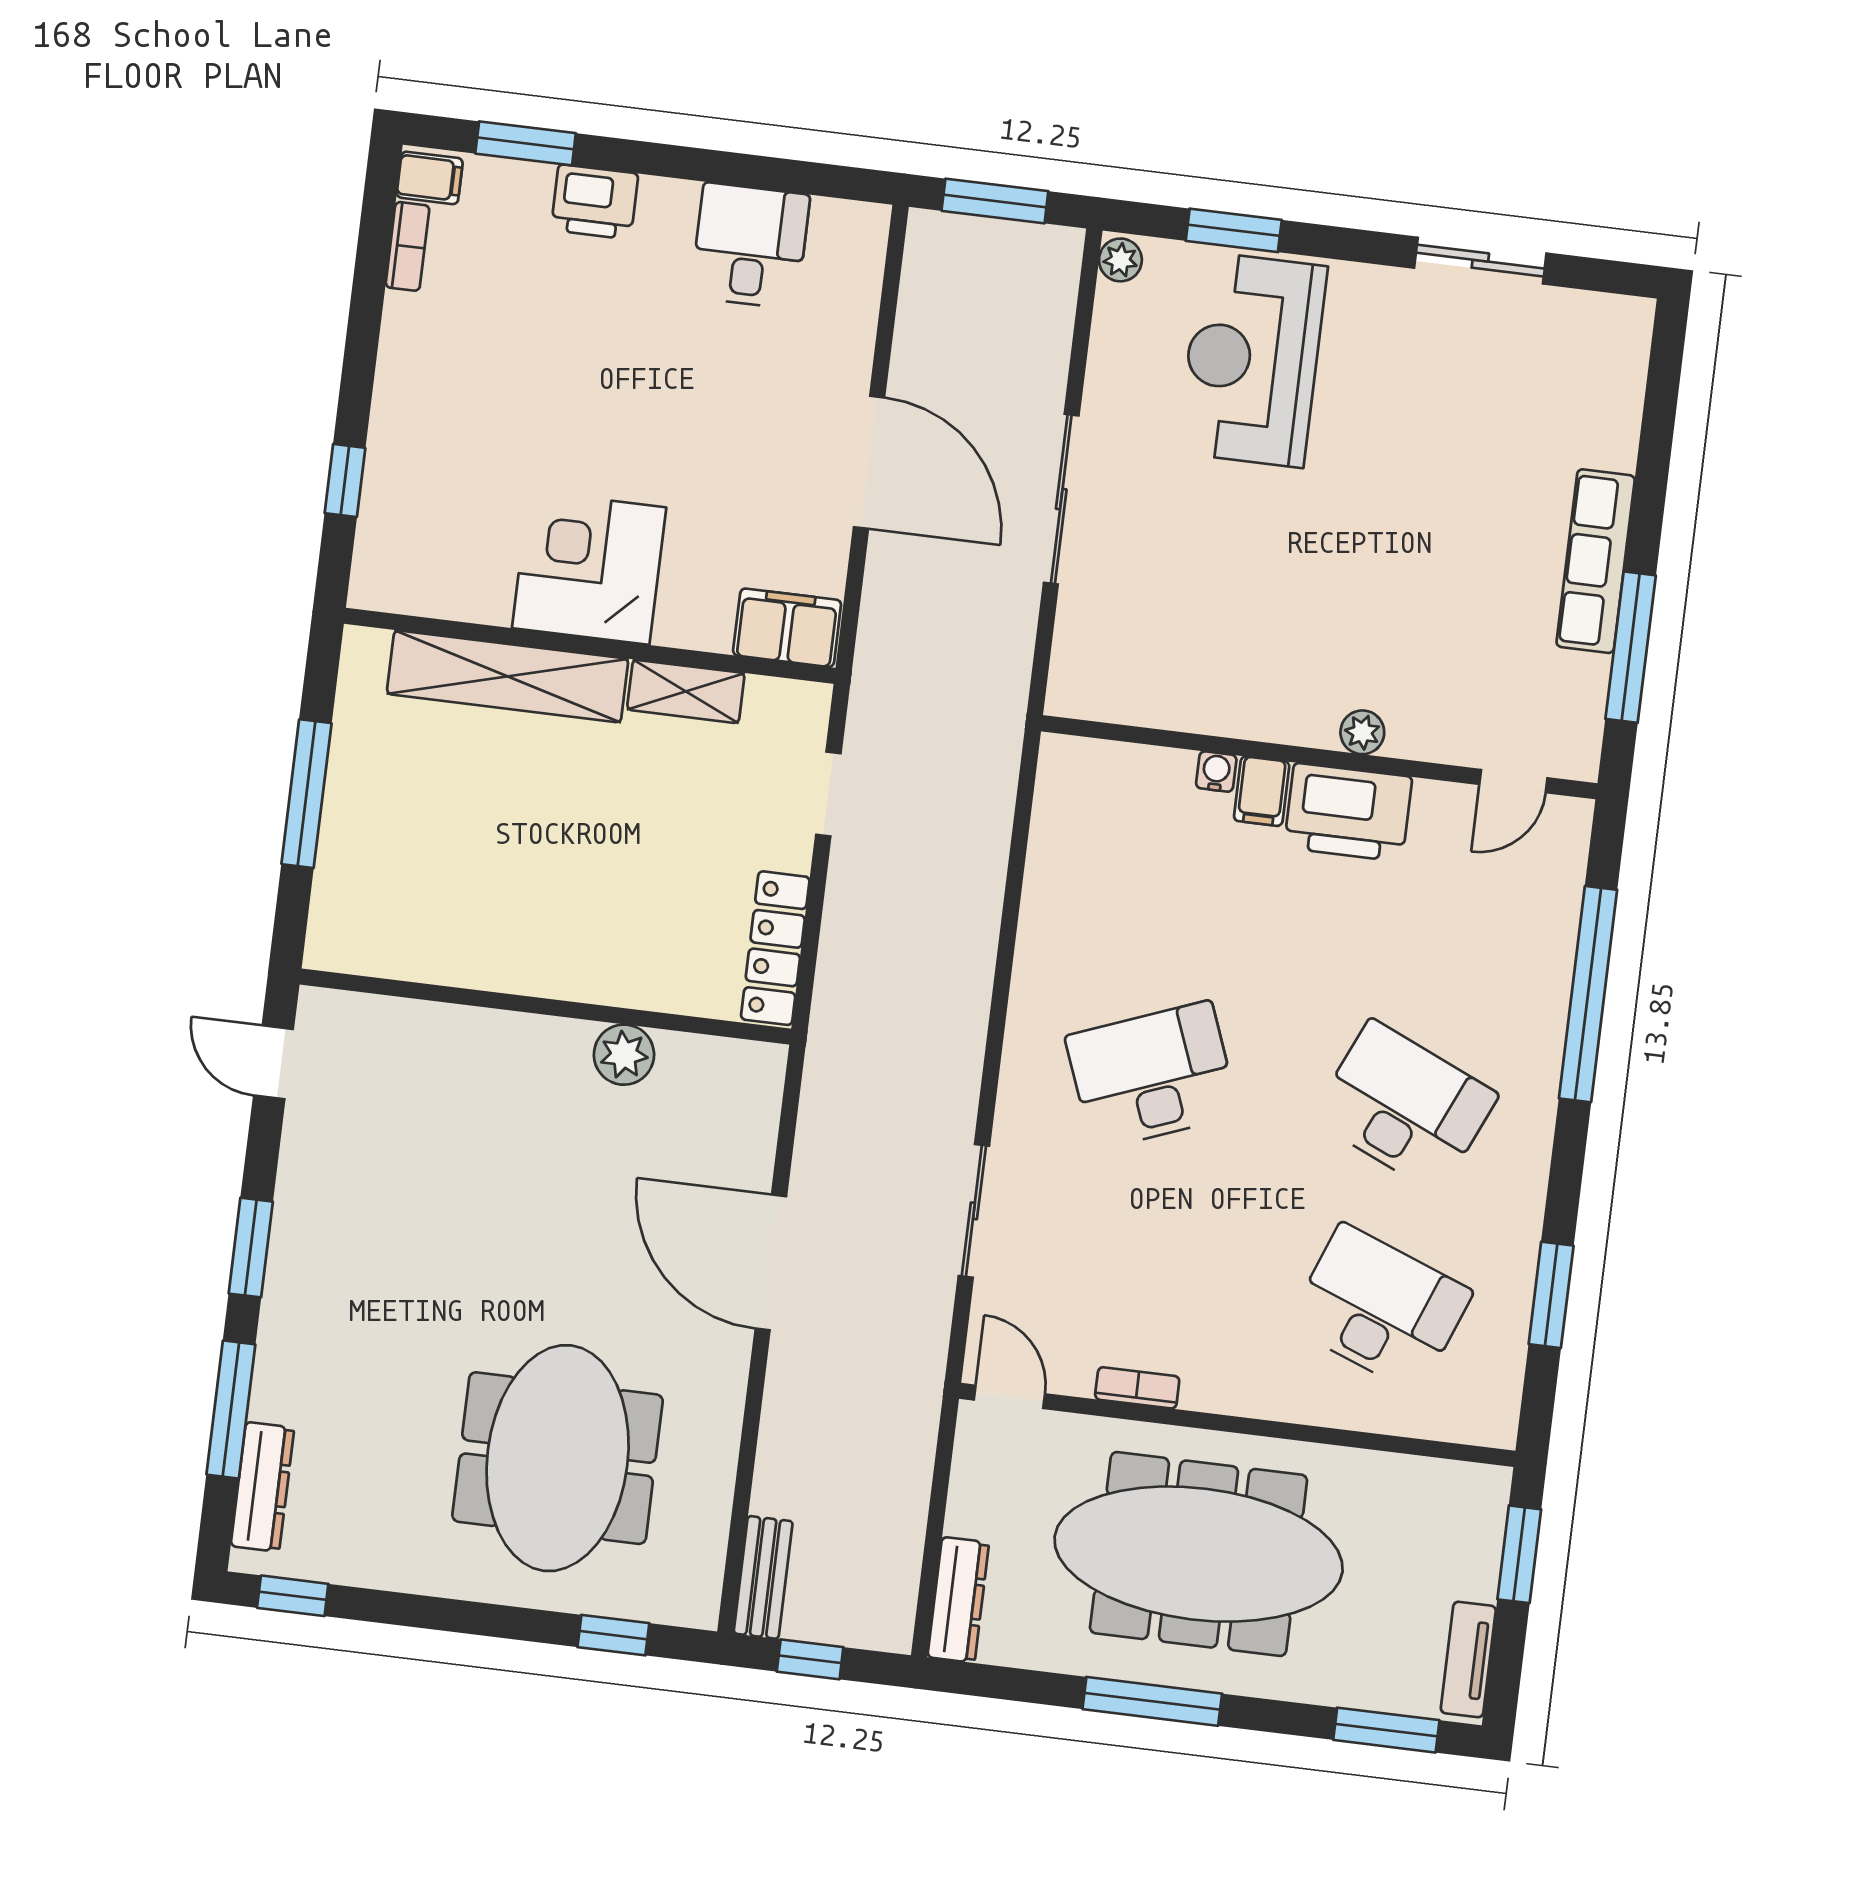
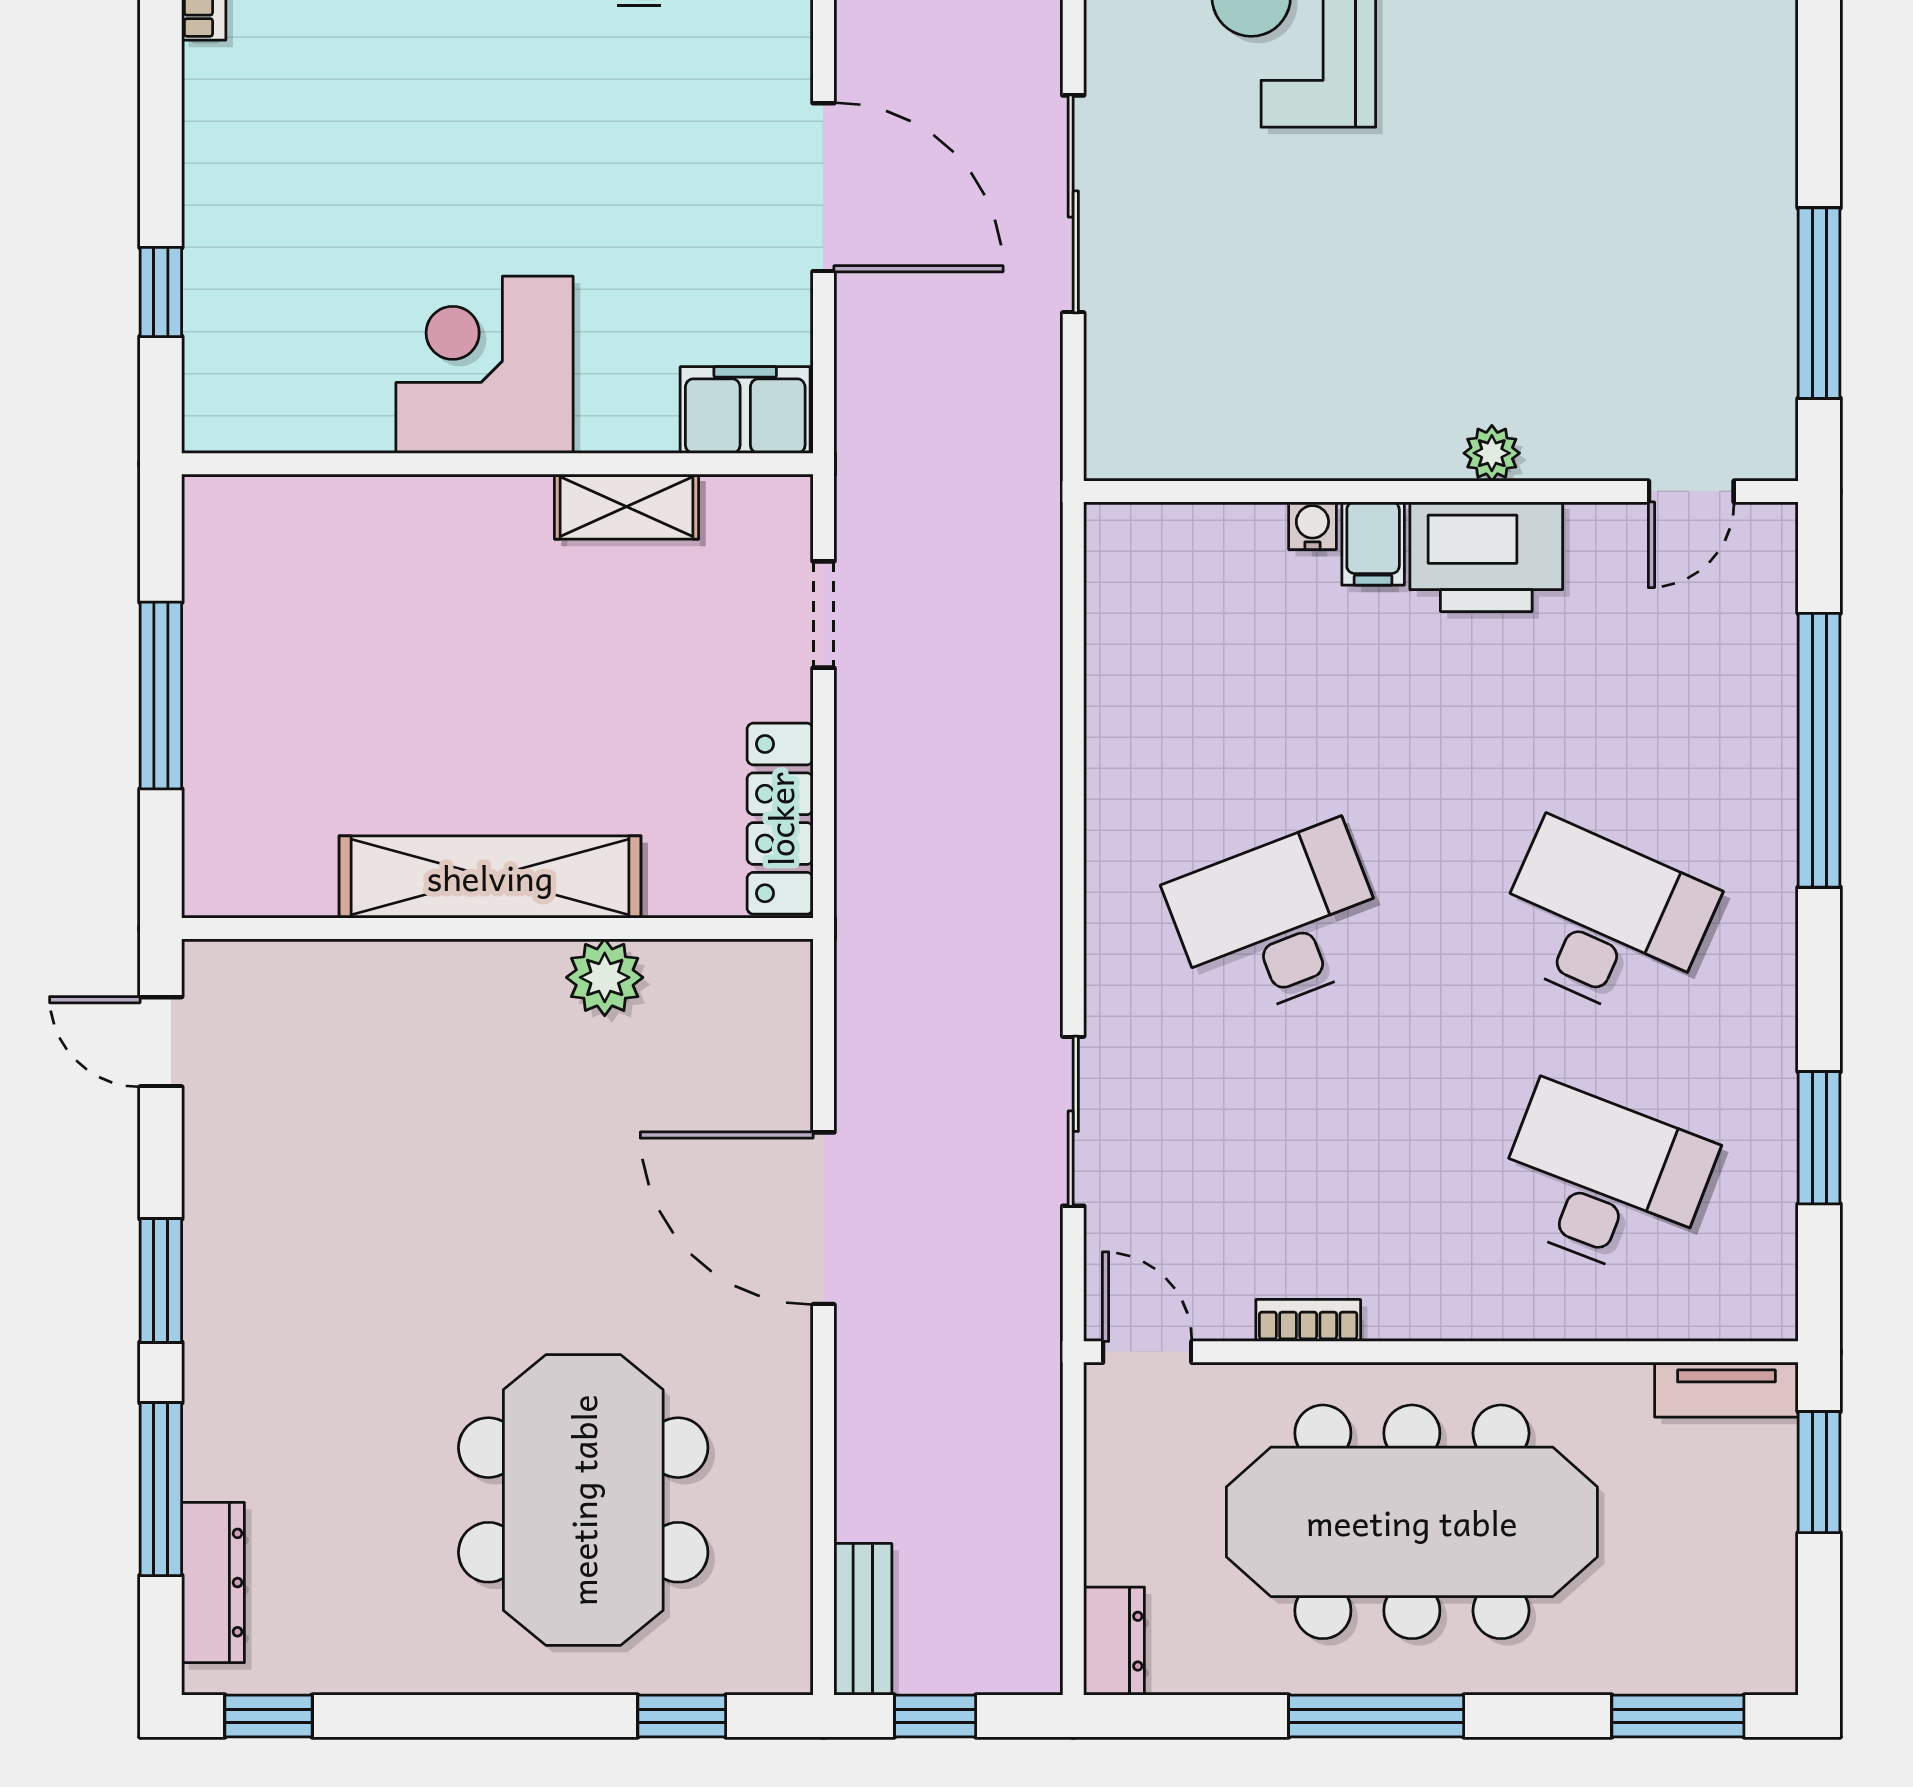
row of seats: (1596, 561) -> (1761, 199), removed
shelving: (508, 676) -> (490, 877), moved
dresser: (958, 1600) -> (1114, 1641), width x0.70
tv unit: (1468, 1659) -> (1726, 1390), moved, turned -90

